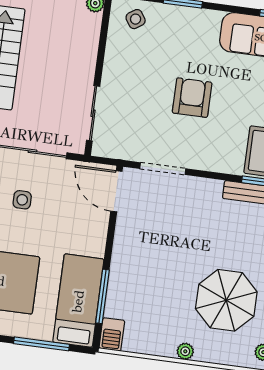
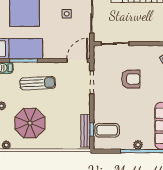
armchair: (192, 98) -> (131, 79), moved
sun lounger: (150, 275) -> (38, 83), added

